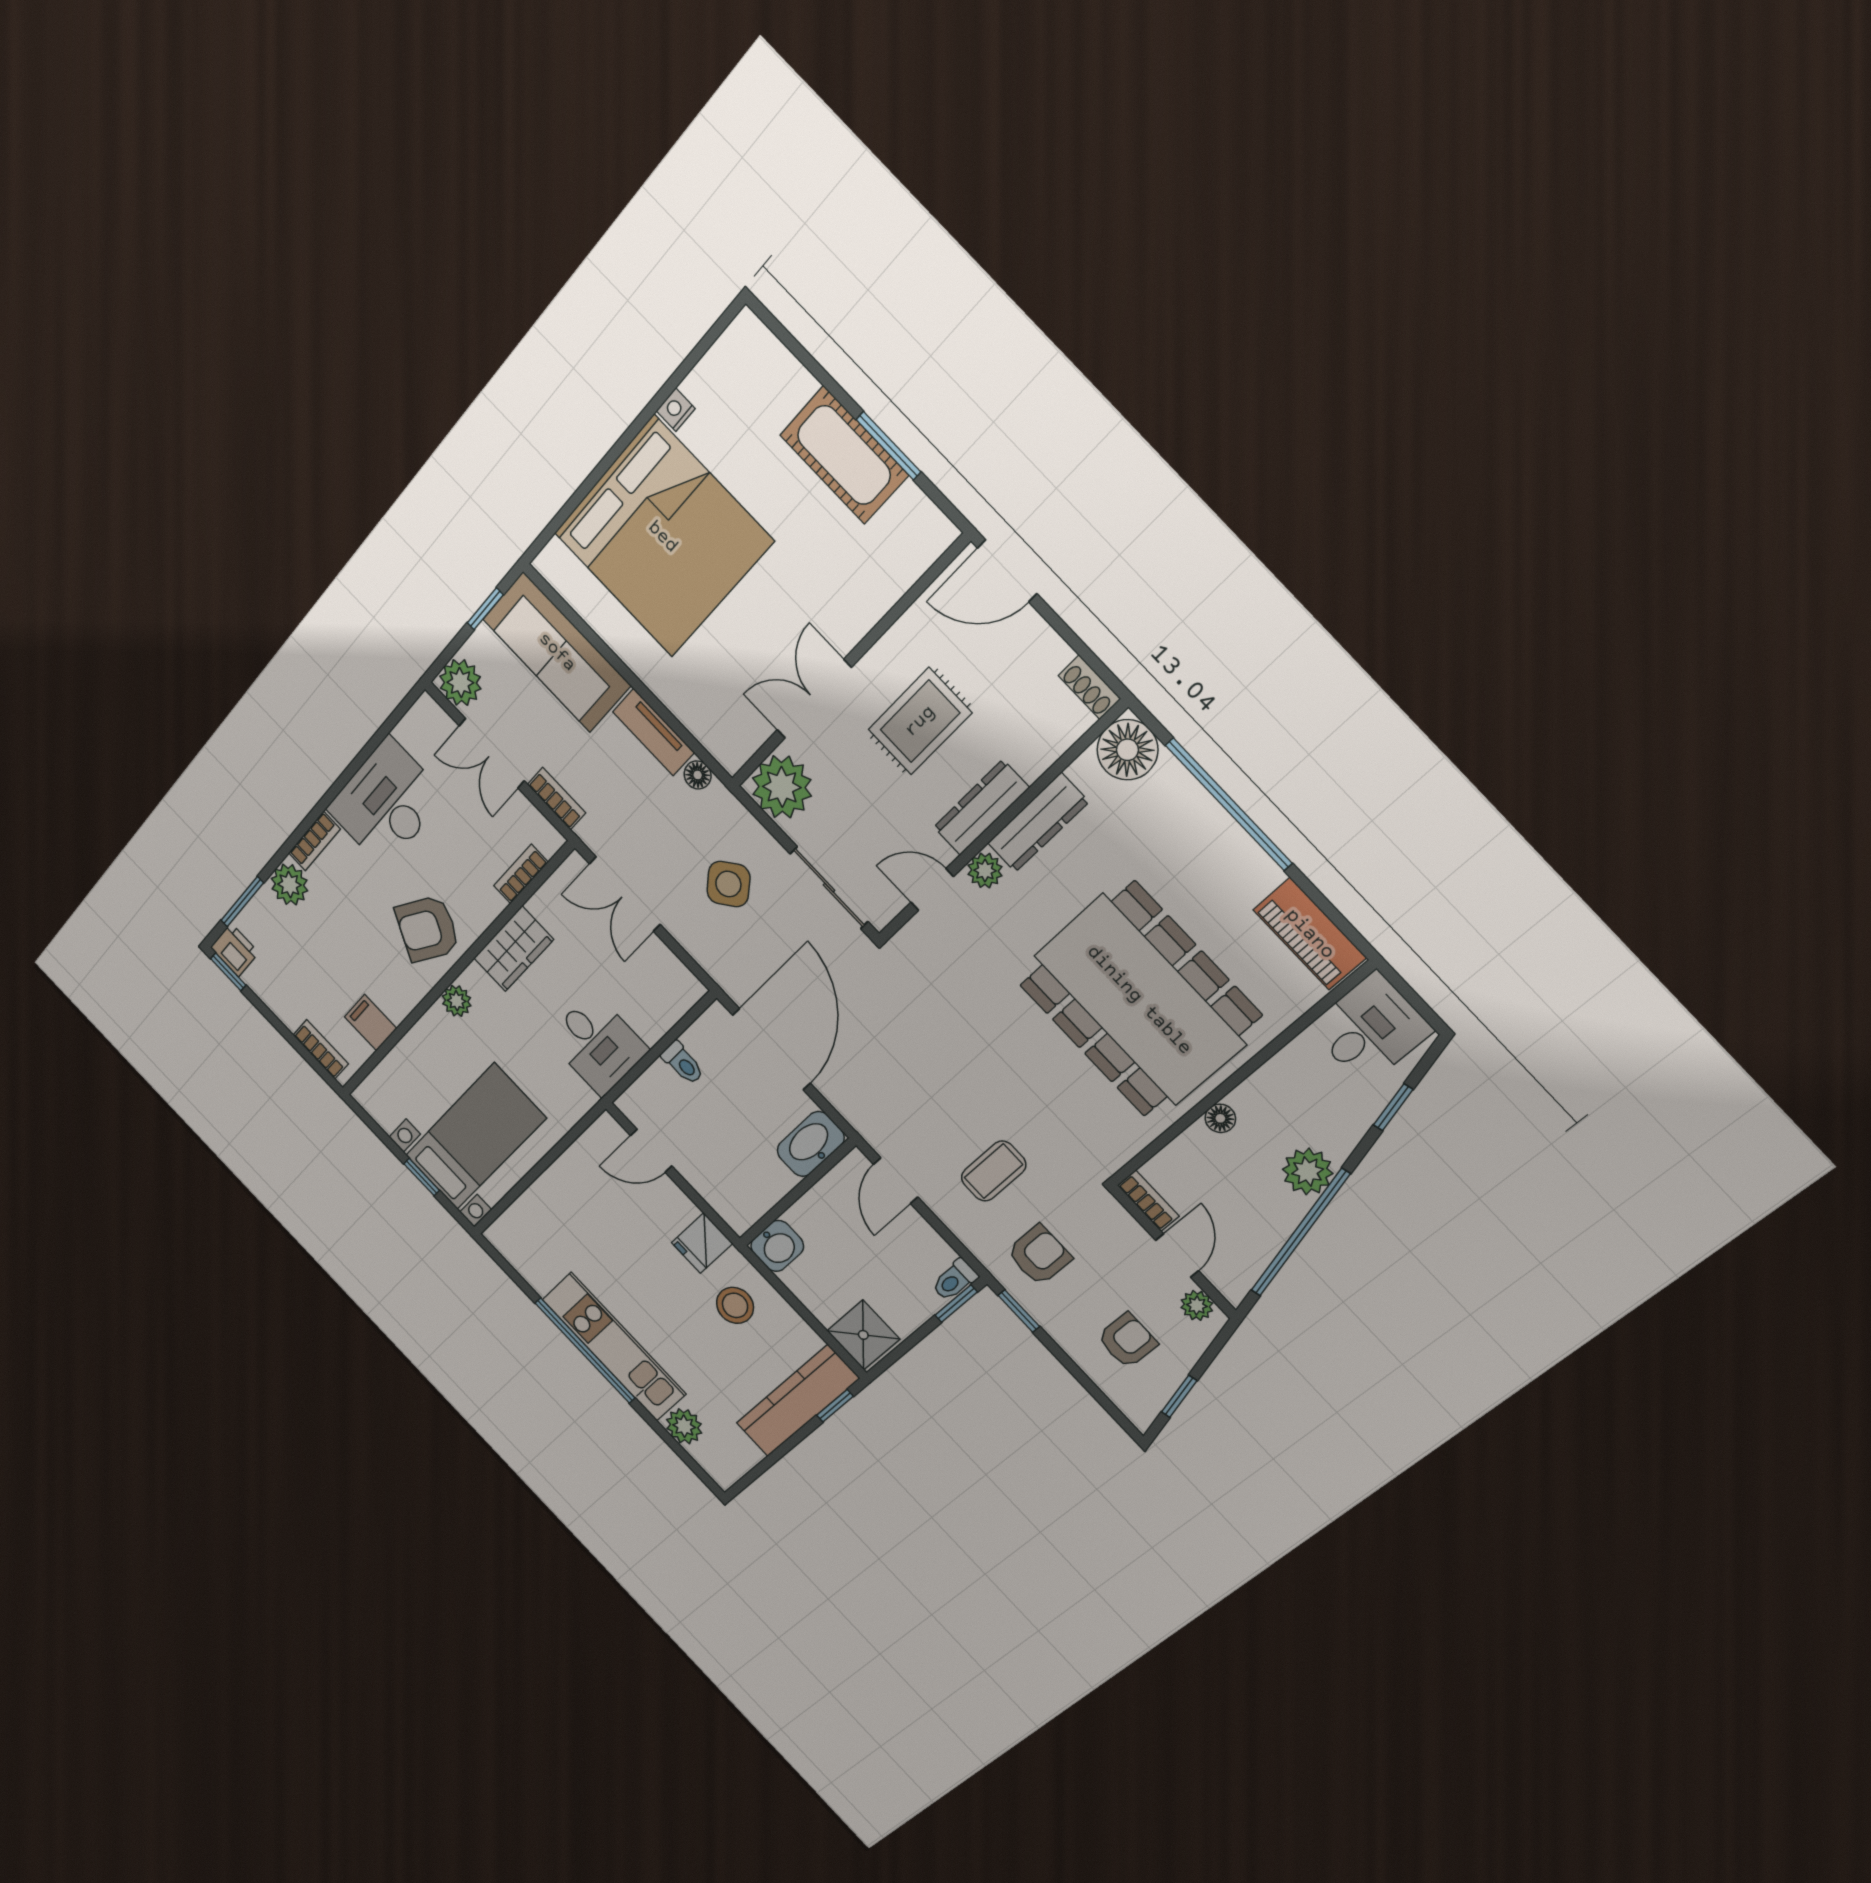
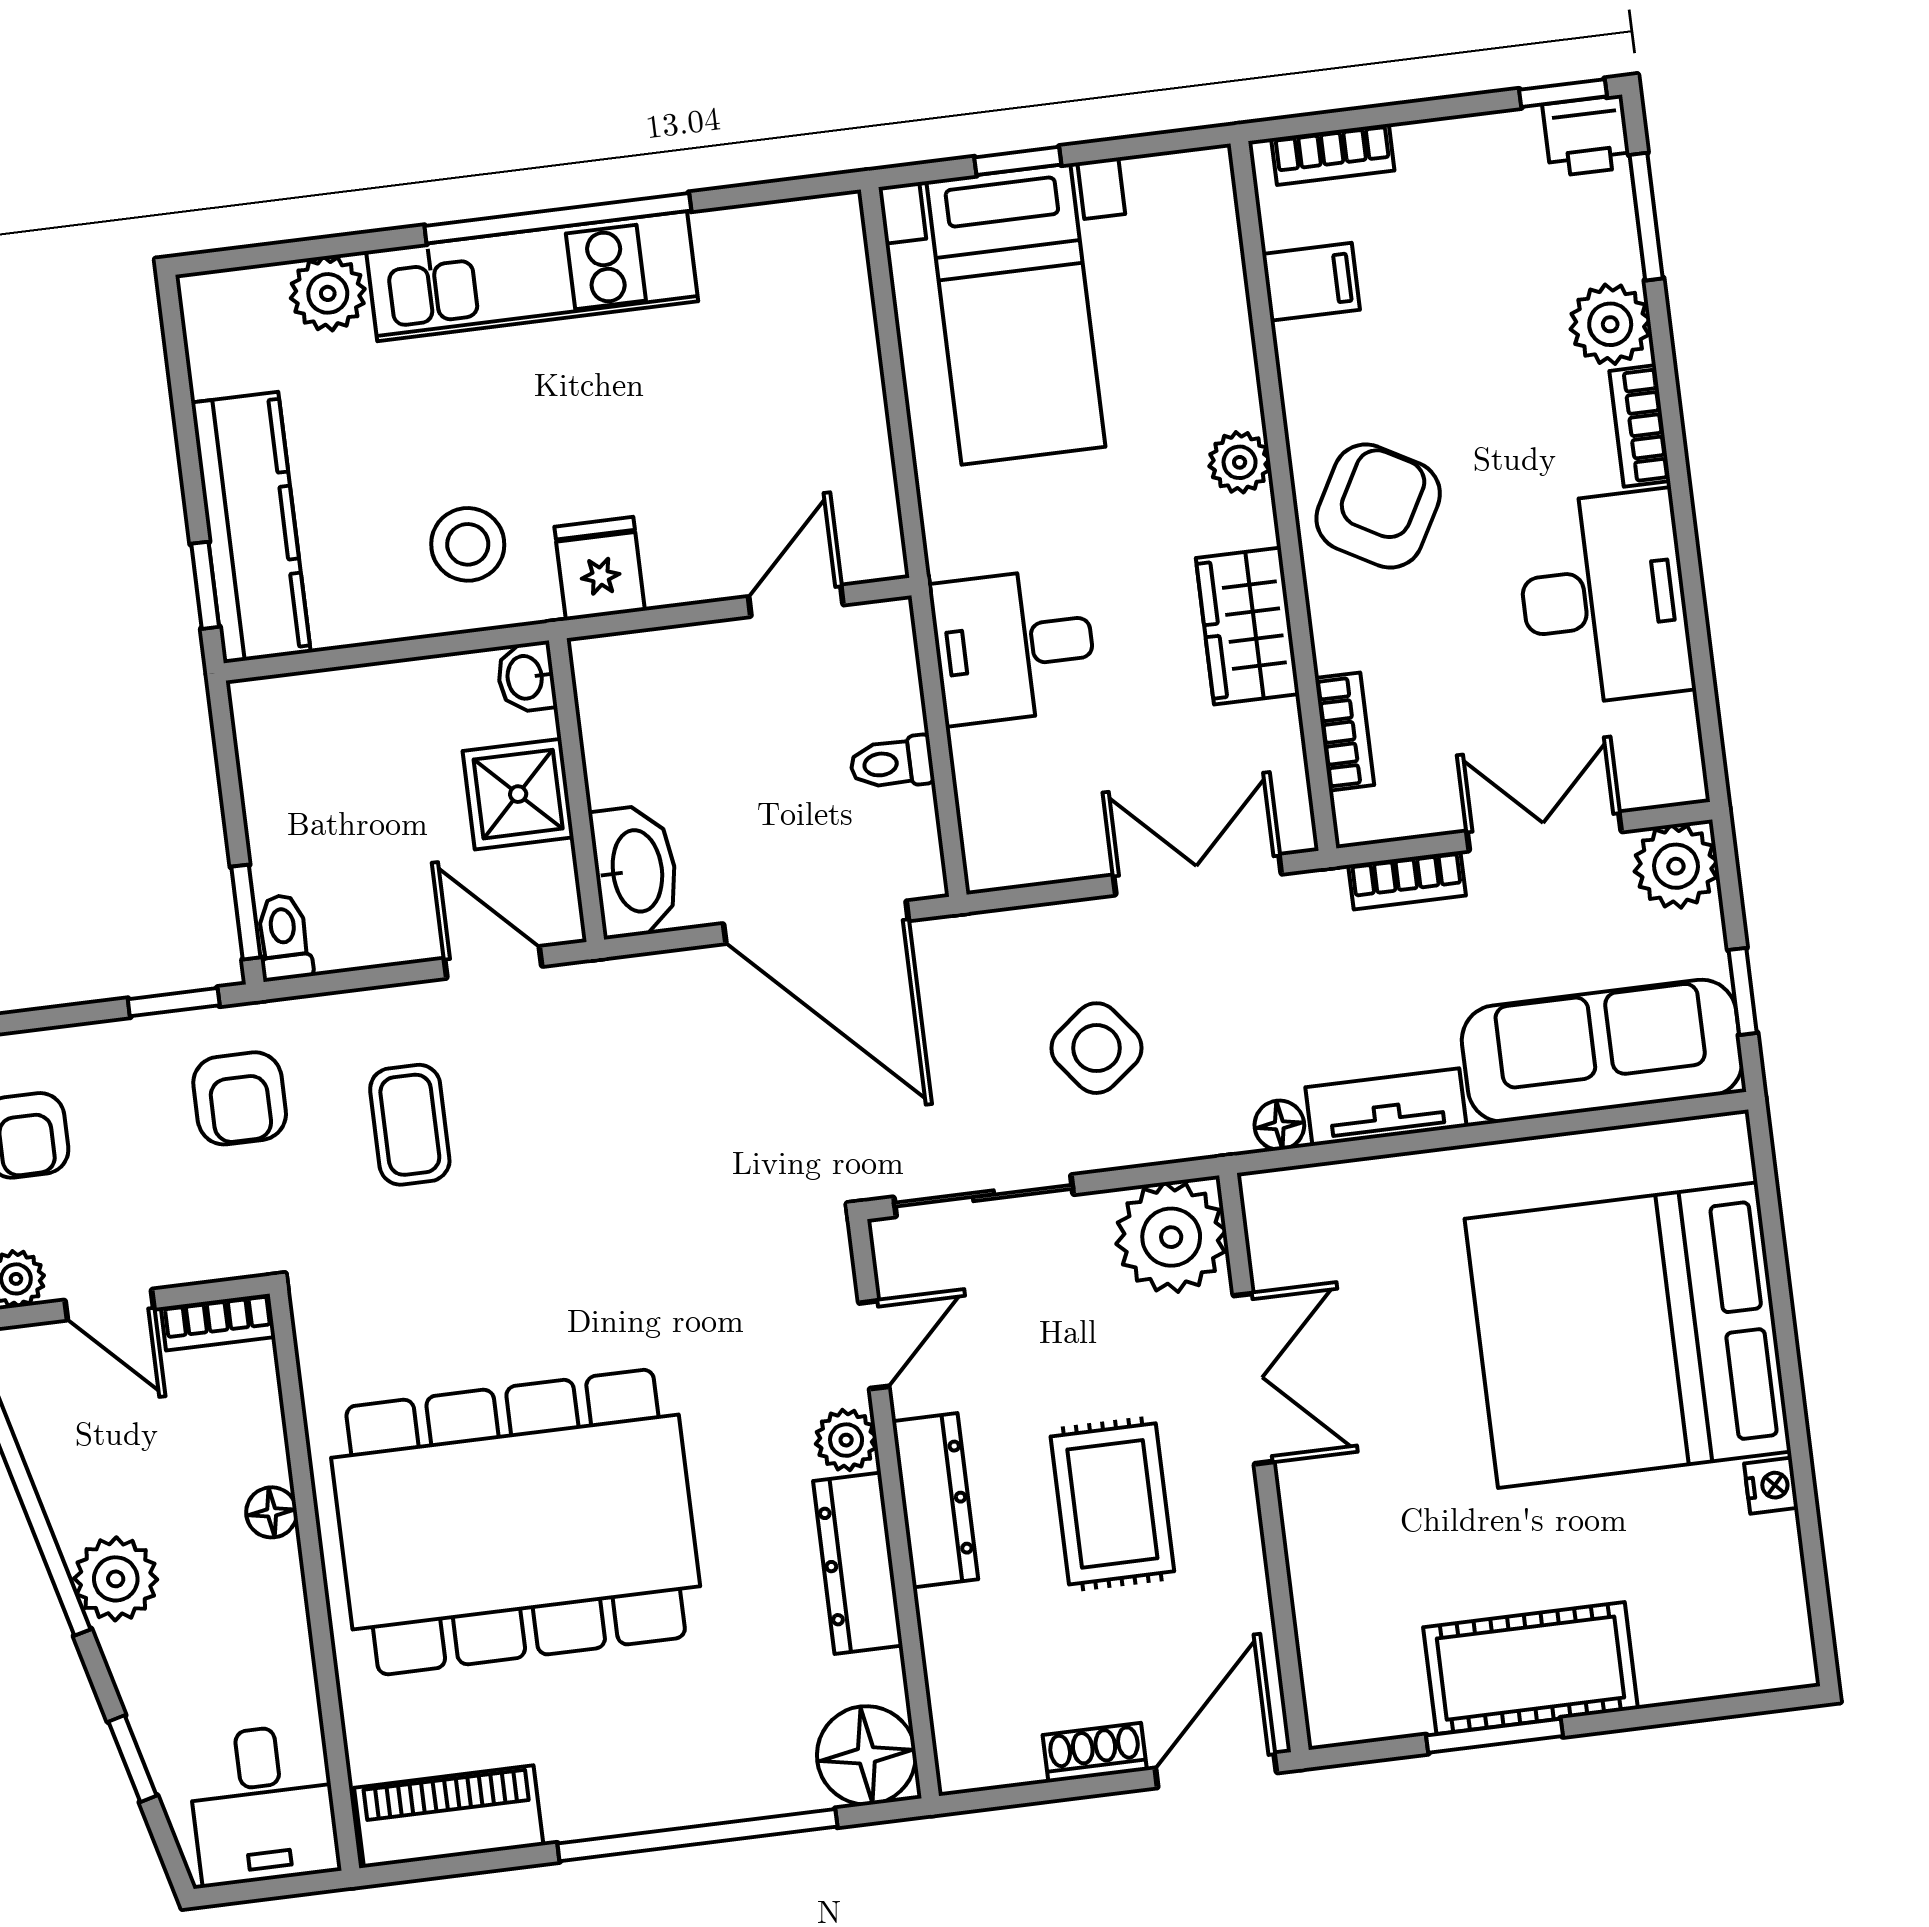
shoe rack: (1090, 687) -> (1095, 1752), moved
washbasin: (777, 1246) -> (526, 677), width x0.72, depth x0.69
shower: (863, 1335) -> (518, 794), moved

